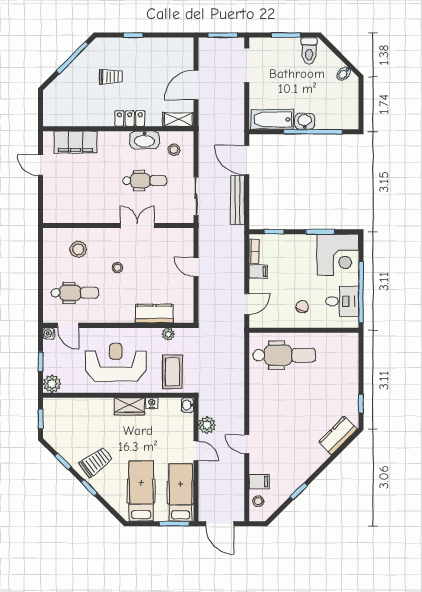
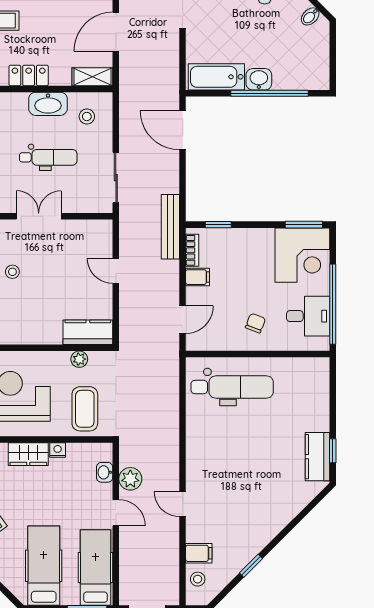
bench: (237, 200) -> (170, 227), moved
window: (320, 232) -> (304, 225), moved
kitchen counter: (154, 314) -> (88, 332), moved
washbasin: (188, 405) -> (105, 472), moved
kitchen counter: (338, 435) -> (318, 457), moved, turned -45

